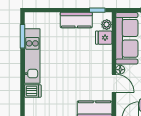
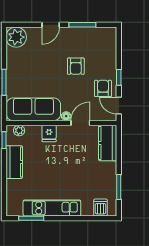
fridge: (104, 38) -> (49, 133), moved
dishwasher: (33, 91) -> (100, 207), moved

